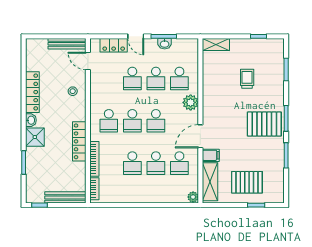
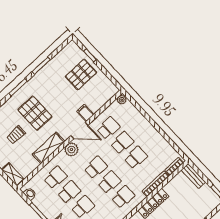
washbasin: (165, 44) -> (30, 194), moved
plant: (191, 102) -> (71, 149), moved
pallet: (264, 124) -> (35, 113), moved
shelving: (210, 182) -> (49, 148), moved
pallet: (247, 182) -> (81, 74), turned 90
bench: (65, 197) -> (193, 176), width x0.73

